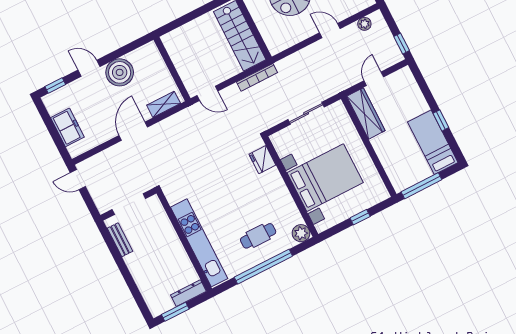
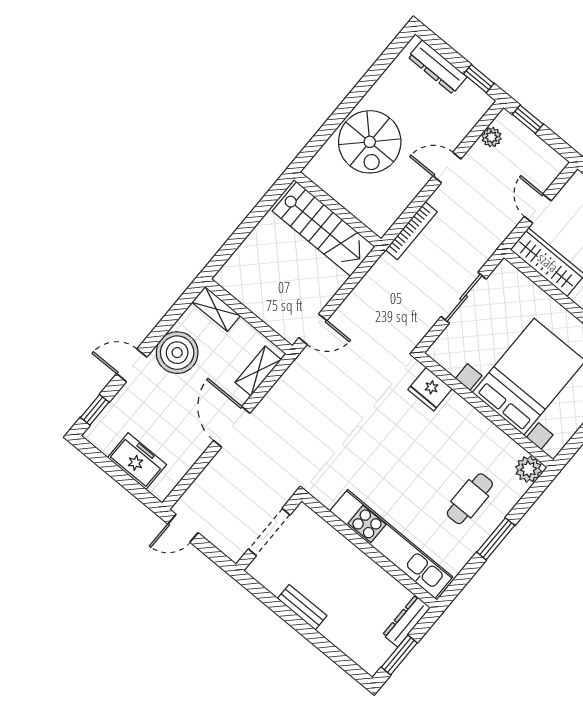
window: (402, 44) -> (528, 119), moved
shelving: (154, 56) -> (216, 309), added
bookcase: (257, 77) -> (411, 231), moved
bench: (120, 240) -> (302, 607), moved
window: (263, 267) -> (496, 539), width x0.47

